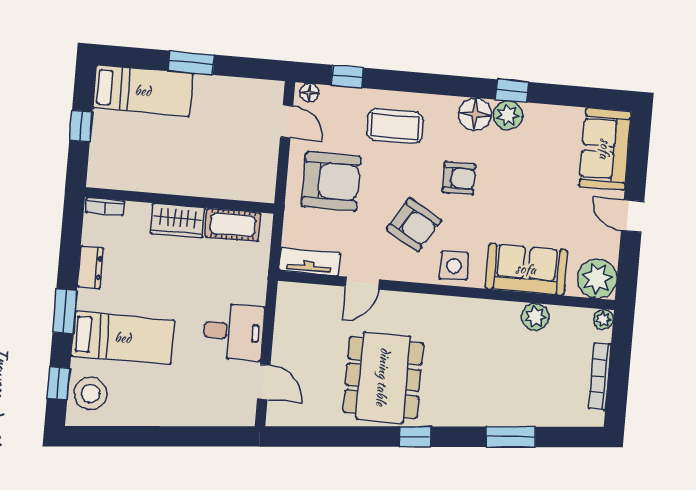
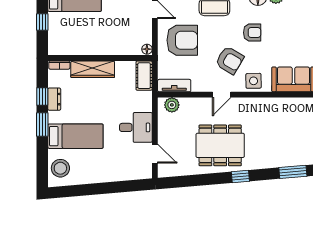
floor lamp: (266, 192) -> (147, 49), added
wardrobe: (178, 221) -> (93, 69), width x1.50
cot: (233, 225) -> (144, 76), moved, turned 90
door: (362, 283) -> (222, 95), moved
plant: (535, 317) -> (172, 105), moved
dining table: (383, 377) -> (220, 145), turned 90
window: (58, 383) -> (42, 96), moved

